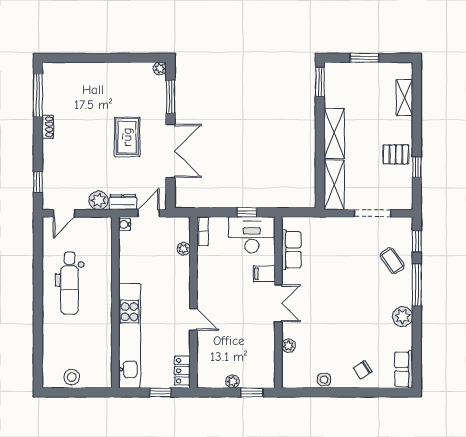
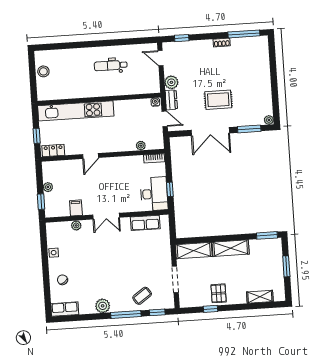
filing cabinet: (264, 274) -> (76, 208), moved
dental chair: (70, 283) -> (111, 66), width x0.73, depth x0.72

